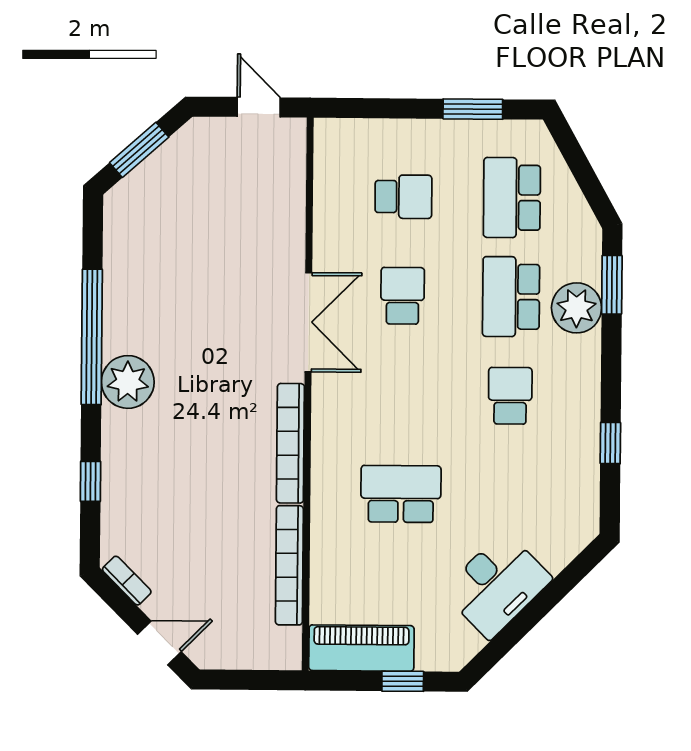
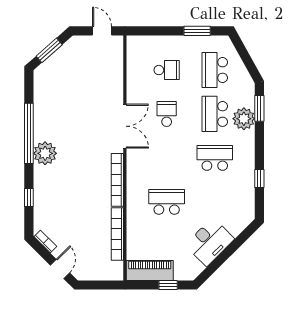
school desk: (510, 396) -> (215, 158), width x1.85
door: (159, 643) -> (60, 269), hinge flipped

